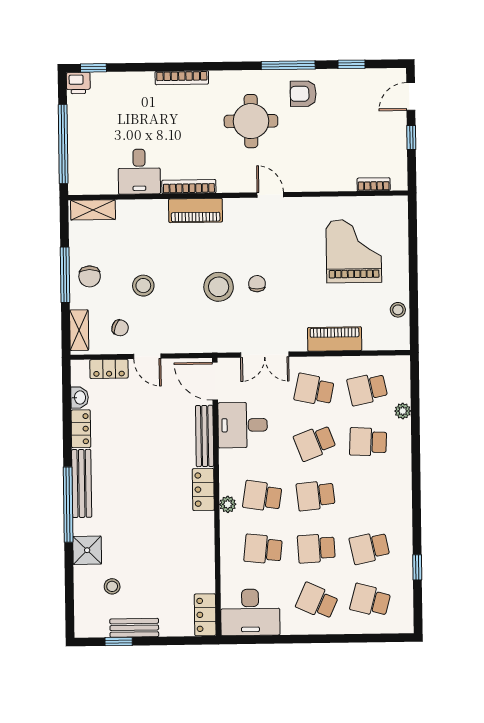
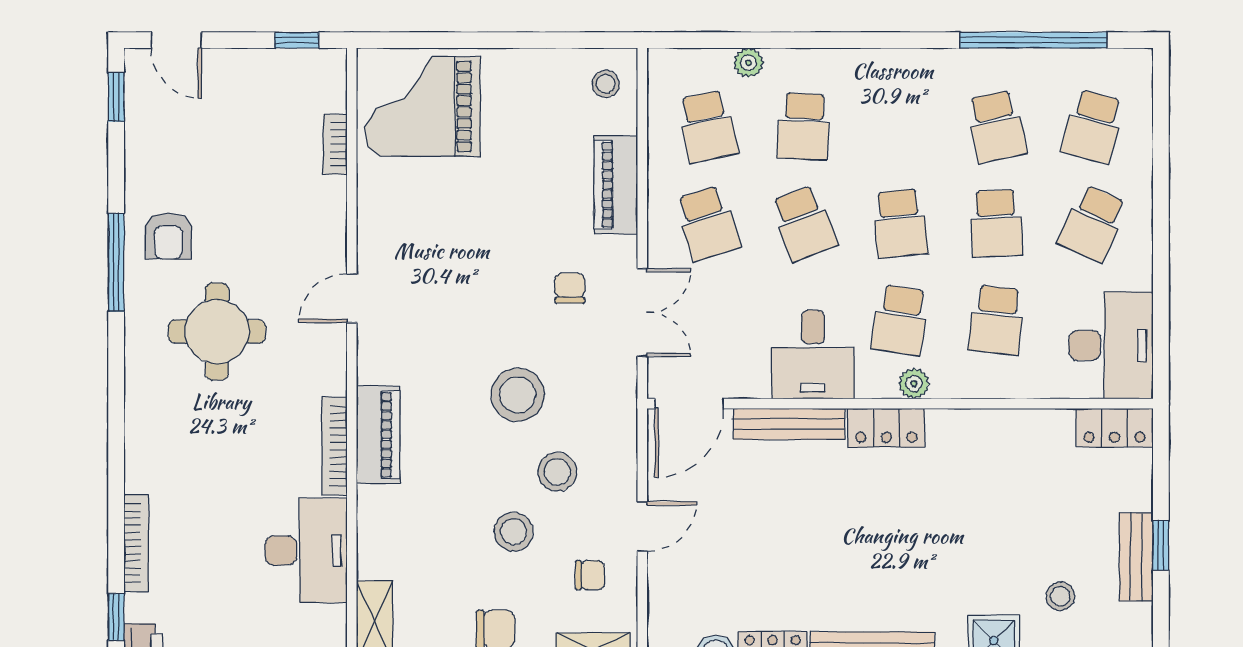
window: (352, 64) -> (116, 97), moved
bookcase: (182, 78) -> (136, 543), moved
window: (411, 138) -> (297, 40), moved
desk: (139, 172) -> (306, 550), width x1.37
bookcase: (374, 184) -> (335, 144), moved
grand piano: (354, 251) -> (423, 106), moved
chair: (257, 284) -> (570, 288), moved, turned 90
stool: (177, 309) -> (557, 472), added
stool: (398, 310) -> (606, 84), moved
chair: (120, 328) -> (590, 575), turned 69
locker: (109, 369) -> (664, 596), removed
school desk: (314, 390) -> (707, 223), turned -30
desk: (243, 425) -> (813, 355), moved
window: (417, 567) -> (1033, 40), width x3.17
window: (119, 641) -> (1161, 545), moved

